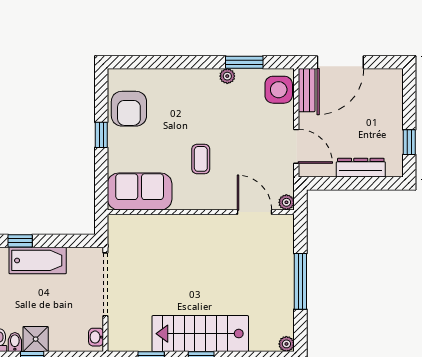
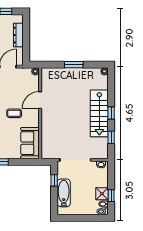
door: (254, 212) -> (40, 100), moved
window: (20, 241) -> (54, 180), moved
window: (300, 281) -> (74, 65), width x0.69

